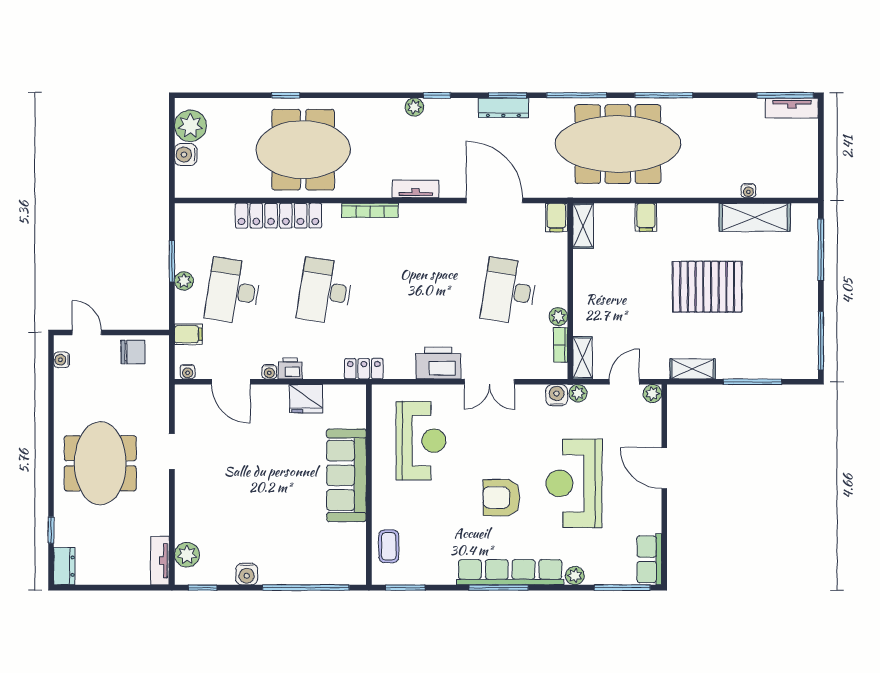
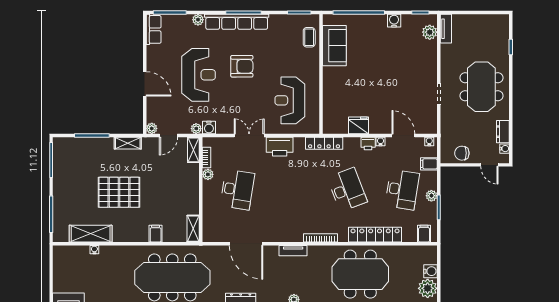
filing cabinet: (556, 217) -> (424, 234), moved
desk: (325, 291) -> (347, 190), turned -30
locker: (364, 369) -> (324, 143), width x1.53
sofa: (346, 475) -> (334, 46), moved, width x0.73
dresser: (64, 566) -> (503, 132), moved

